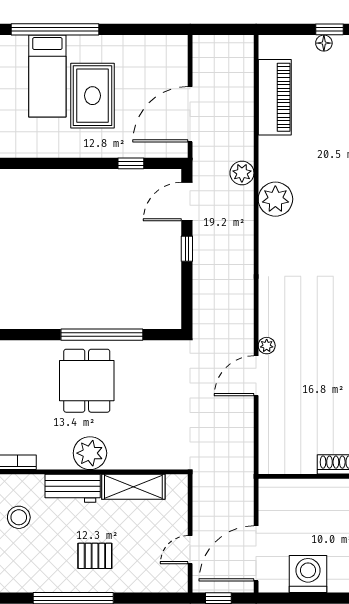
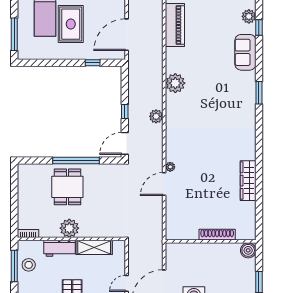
plant: (242, 173) -> (156, 116), moved
door: (187, 202) -> (125, 143), moved

